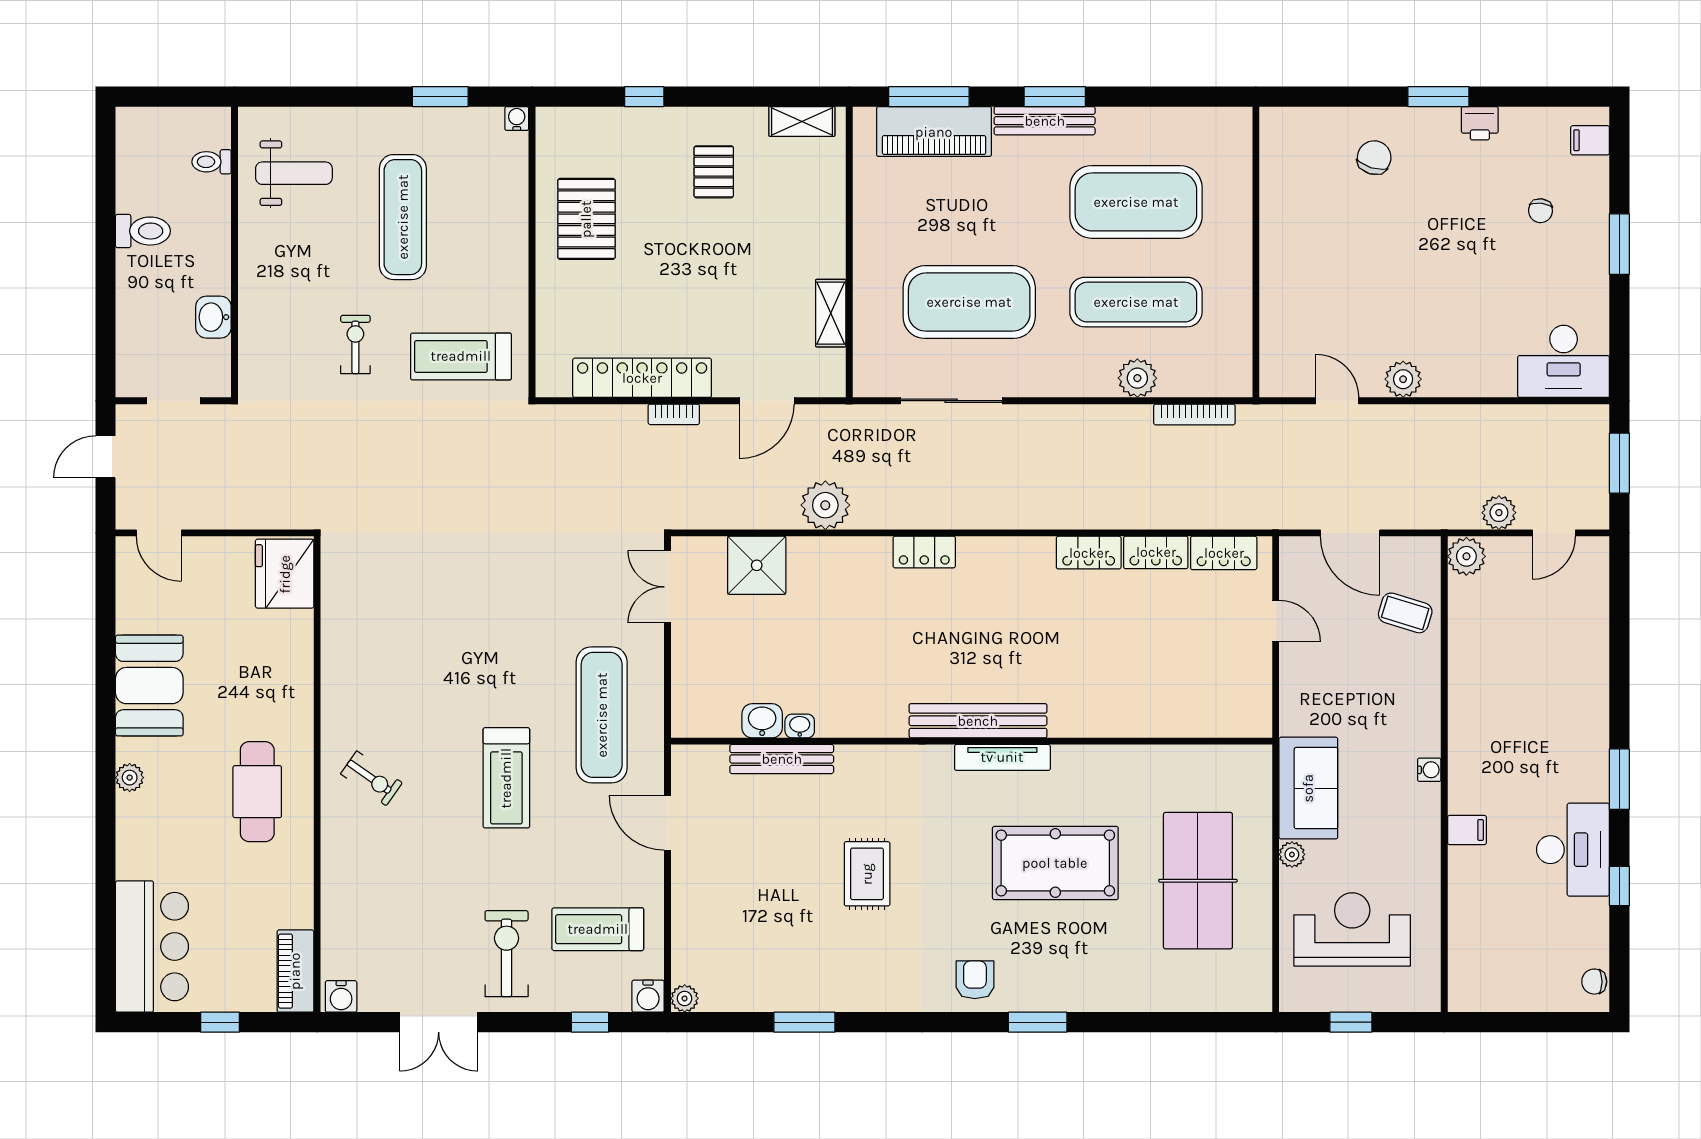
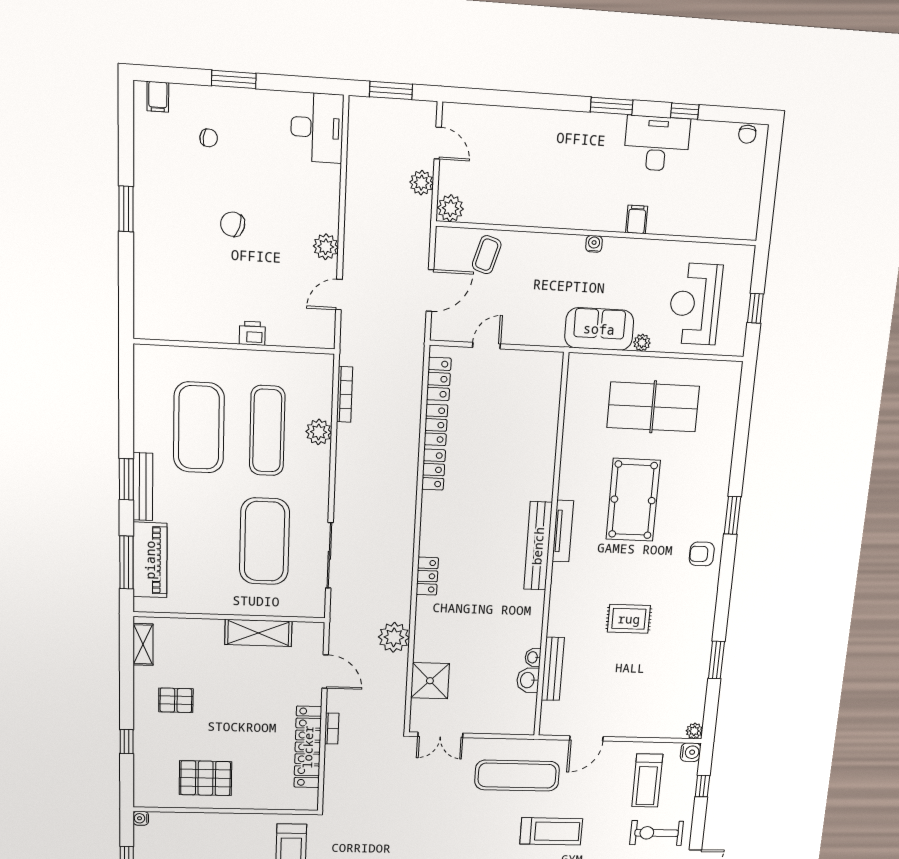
printer: (1480, 123) -> (252, 333), moved, turned -90
chair: (1374, 158) -> (233, 224), moved
shelving: (831, 313) -> (258, 633), width x1.50, depth x1.33

